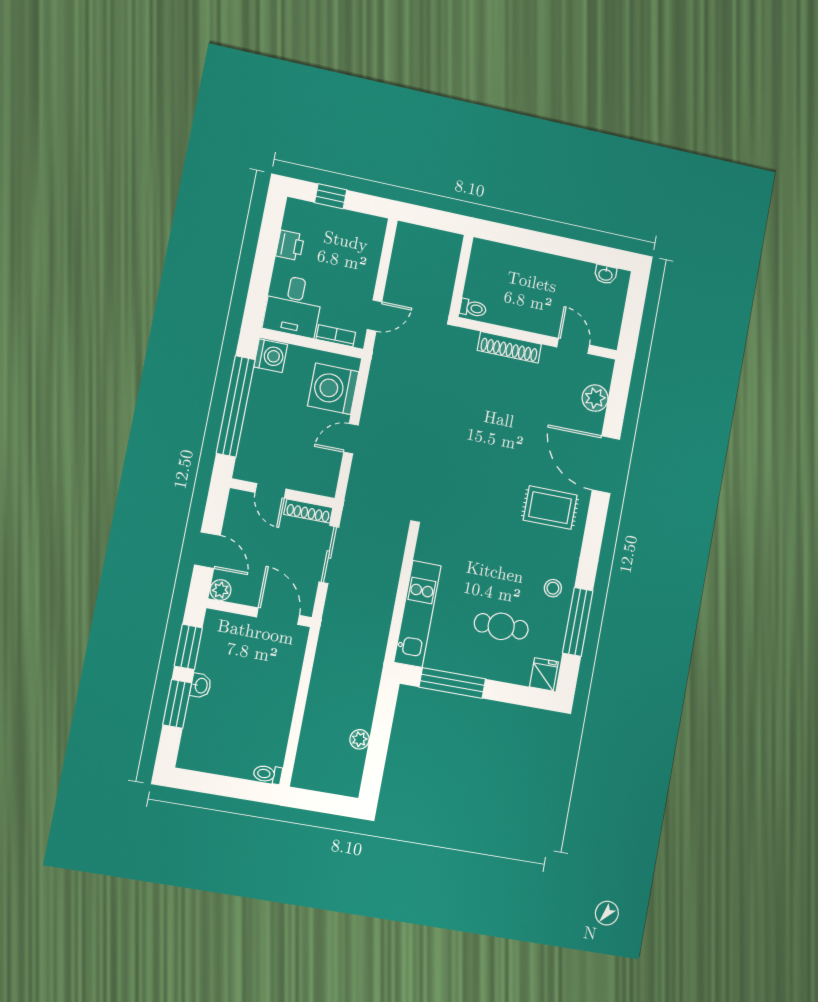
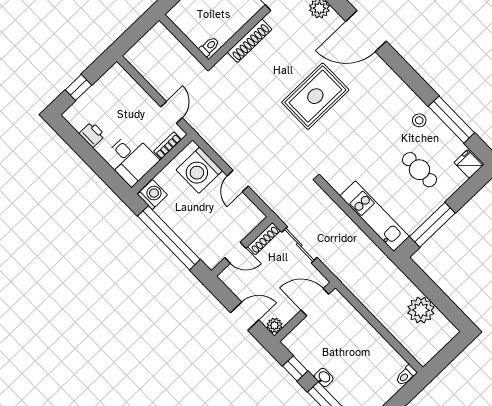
rug: (550, 508) -> (315, 96), moved, width x1.36, depth x1.43
cafe table: (501, 626) -> (419, 170), turned 90
window: (188, 647) -> (295, 369), width x0.67
plant: (360, 739) -> (421, 310), width x1.88, depth x1.88

